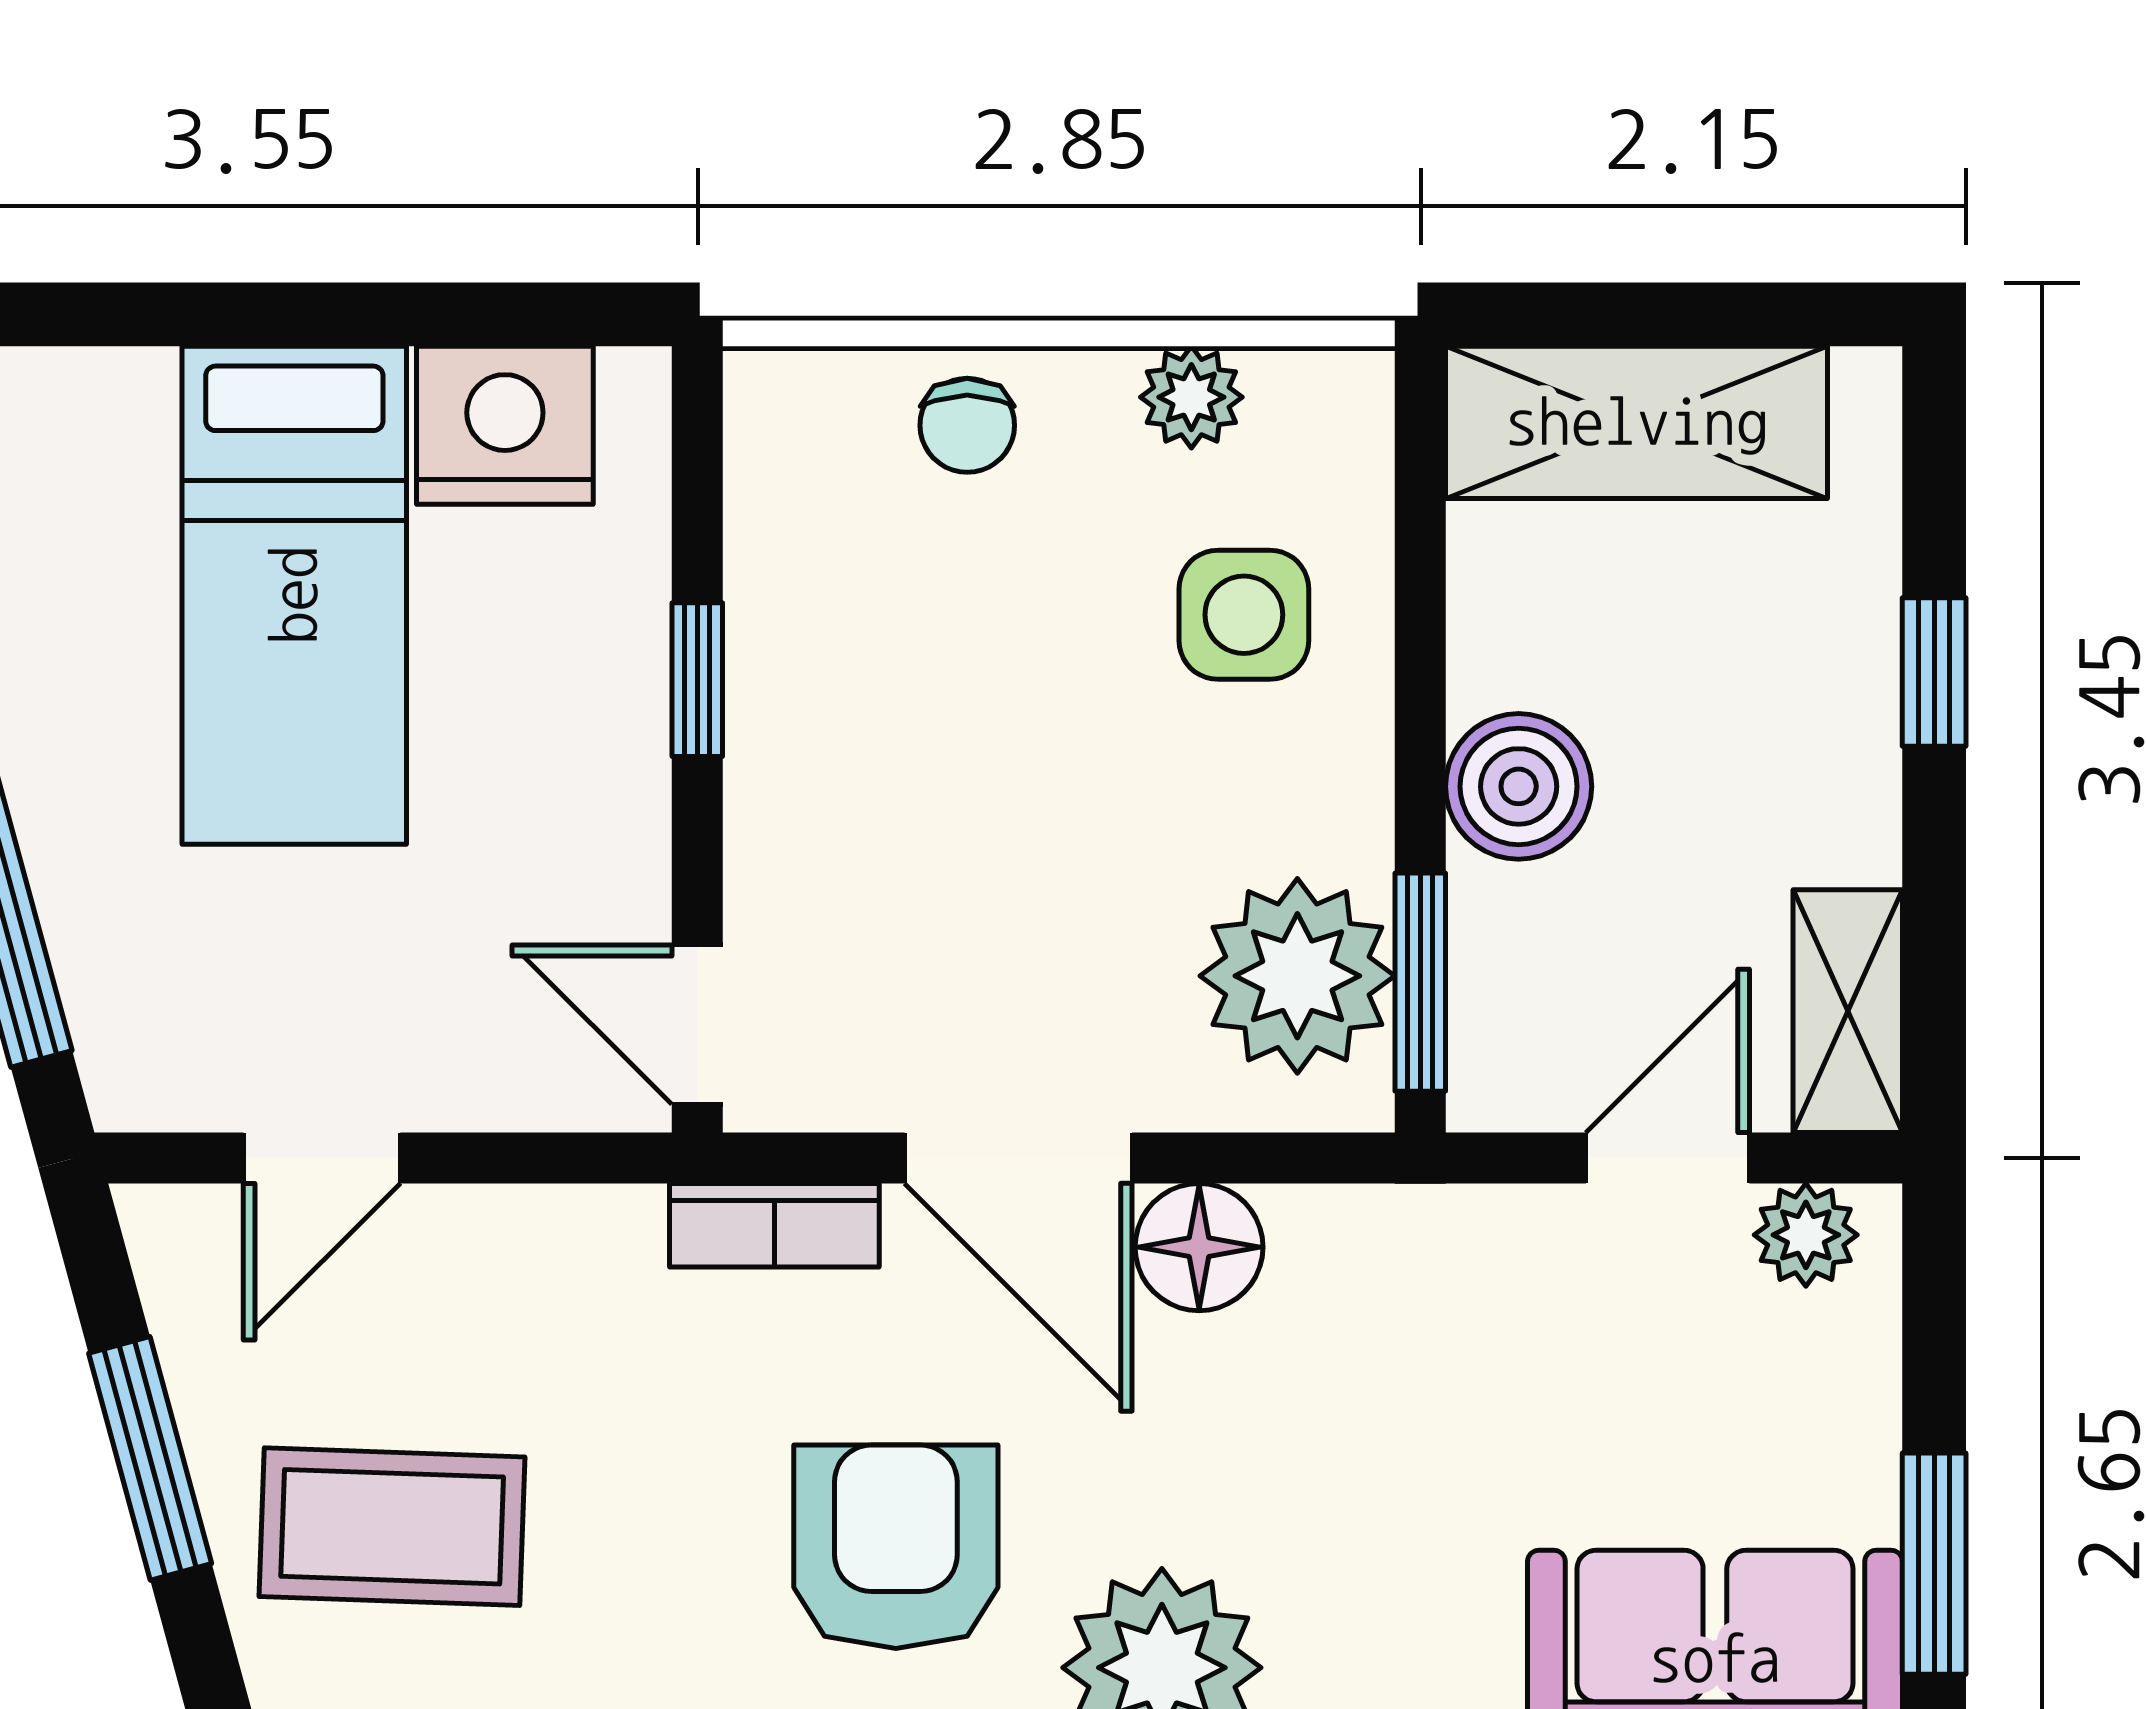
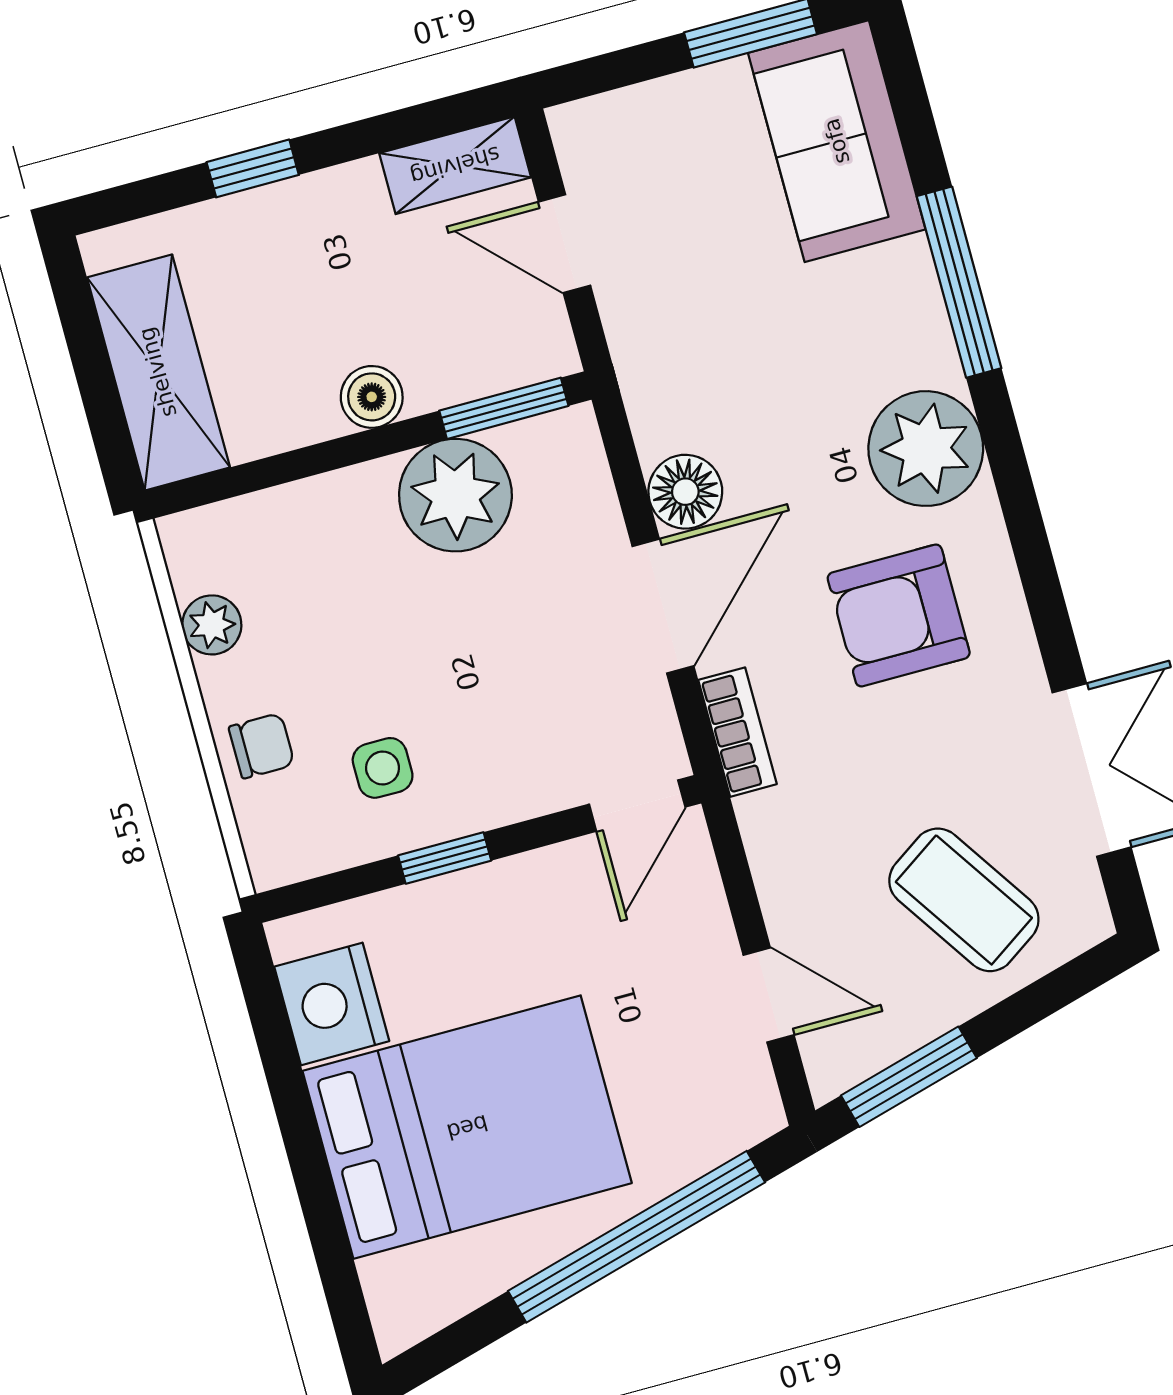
bed: (294, 595) -> (467, 1127), width x1.50
side table: (1244, 615) -> (383, 768), moved, width x0.73, depth x0.73
boiler: (1519, 786) -> (372, 397), width x0.73, depth x0.73
plant: (1297, 976) -> (455, 495), moved
plant: (1806, 1235) -> (586, 155), removed
window: (150, 1458) -> (909, 1077), moved
coffee table: (392, 1527) -> (964, 900), turned -36

